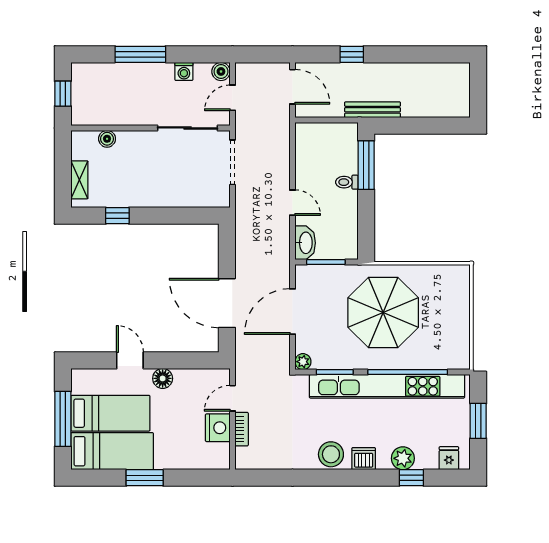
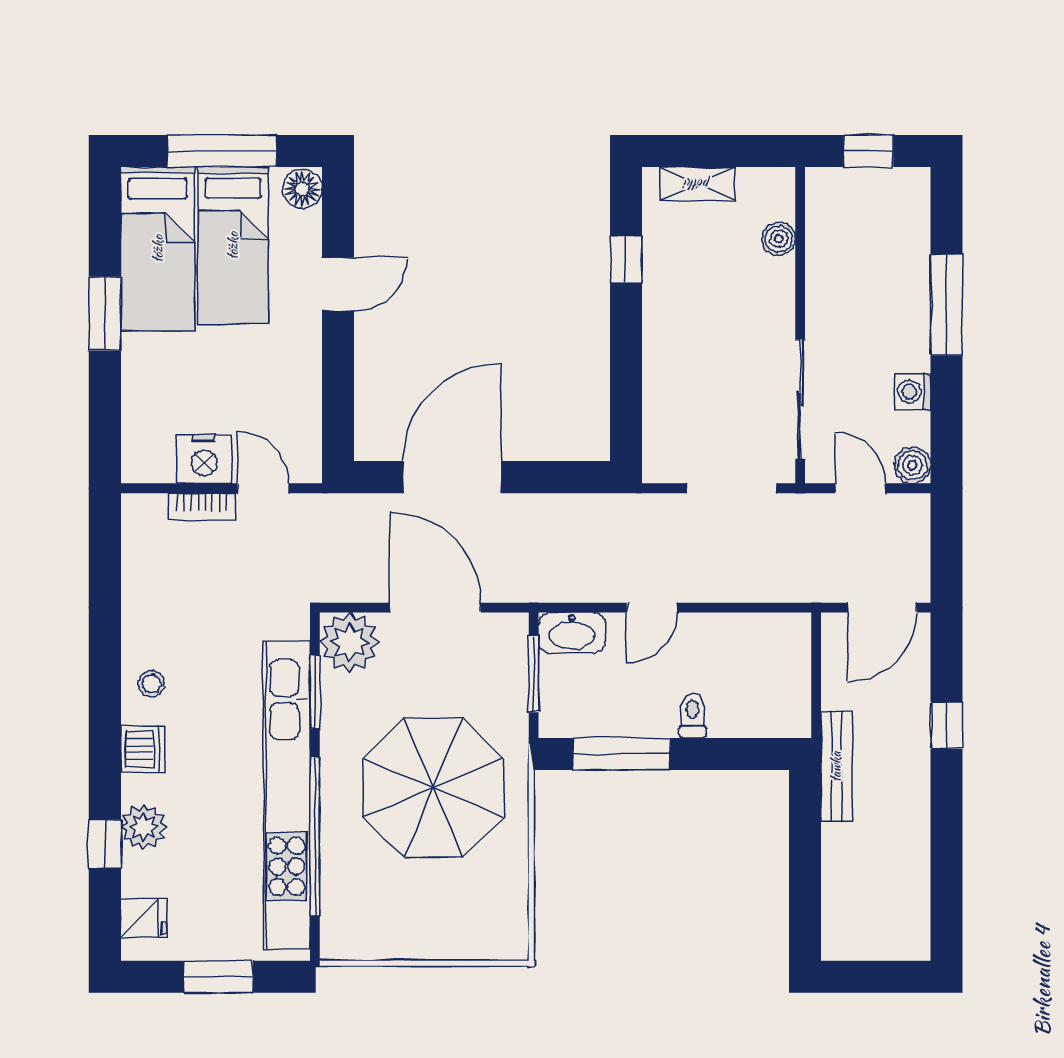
window: (366, 165) -> (621, 754), moved
plant: (303, 362) -> (350, 642), width x1.87, depth x1.87
floor lamp: (163, 378) -> (302, 189), moved
stool: (331, 454) -> (151, 684), width x0.53, depth x0.53

